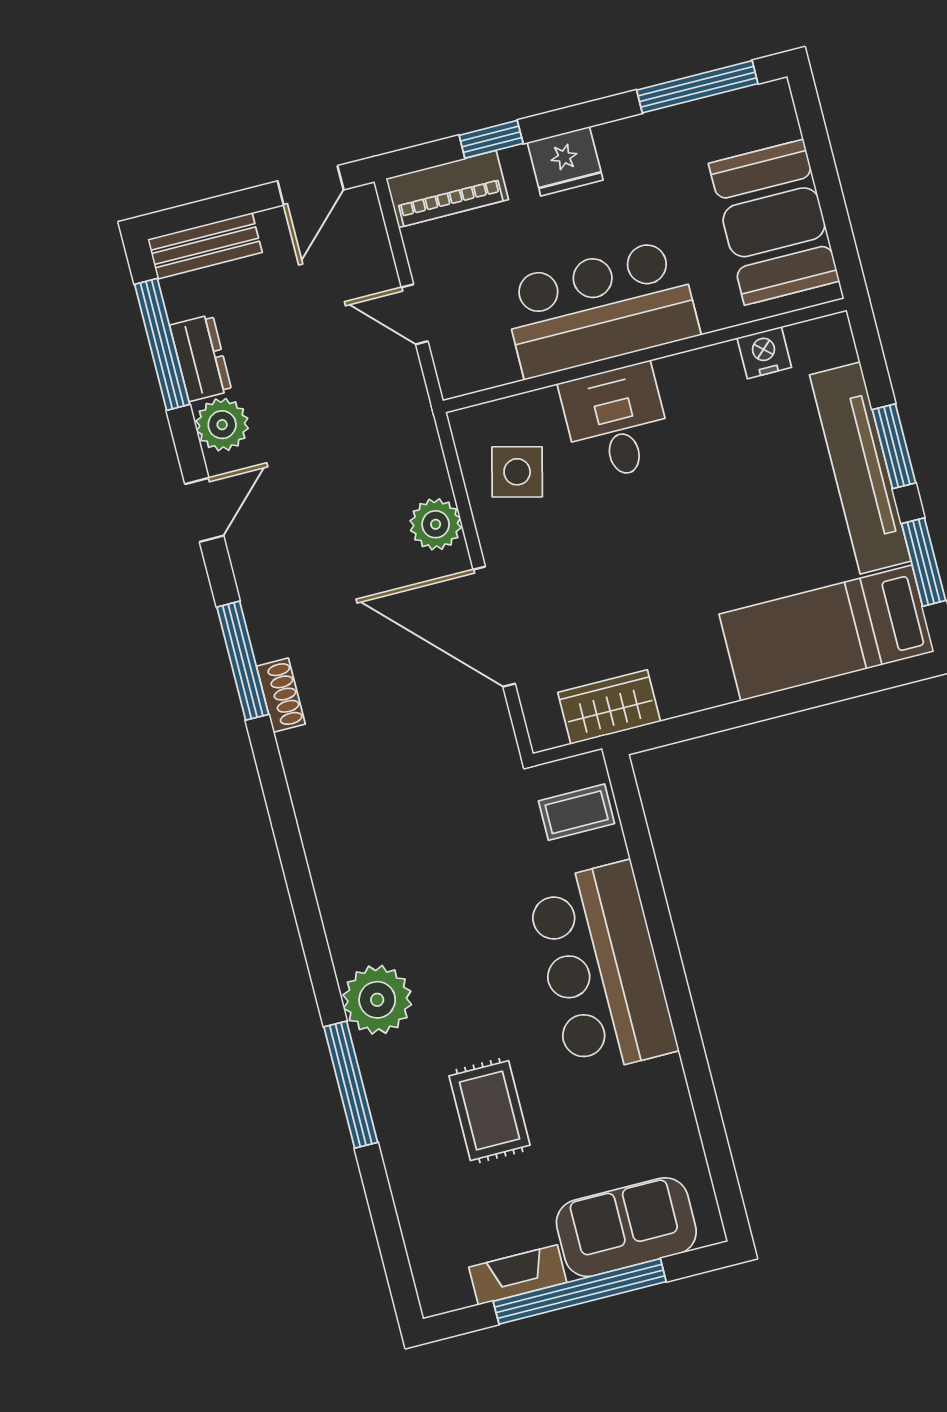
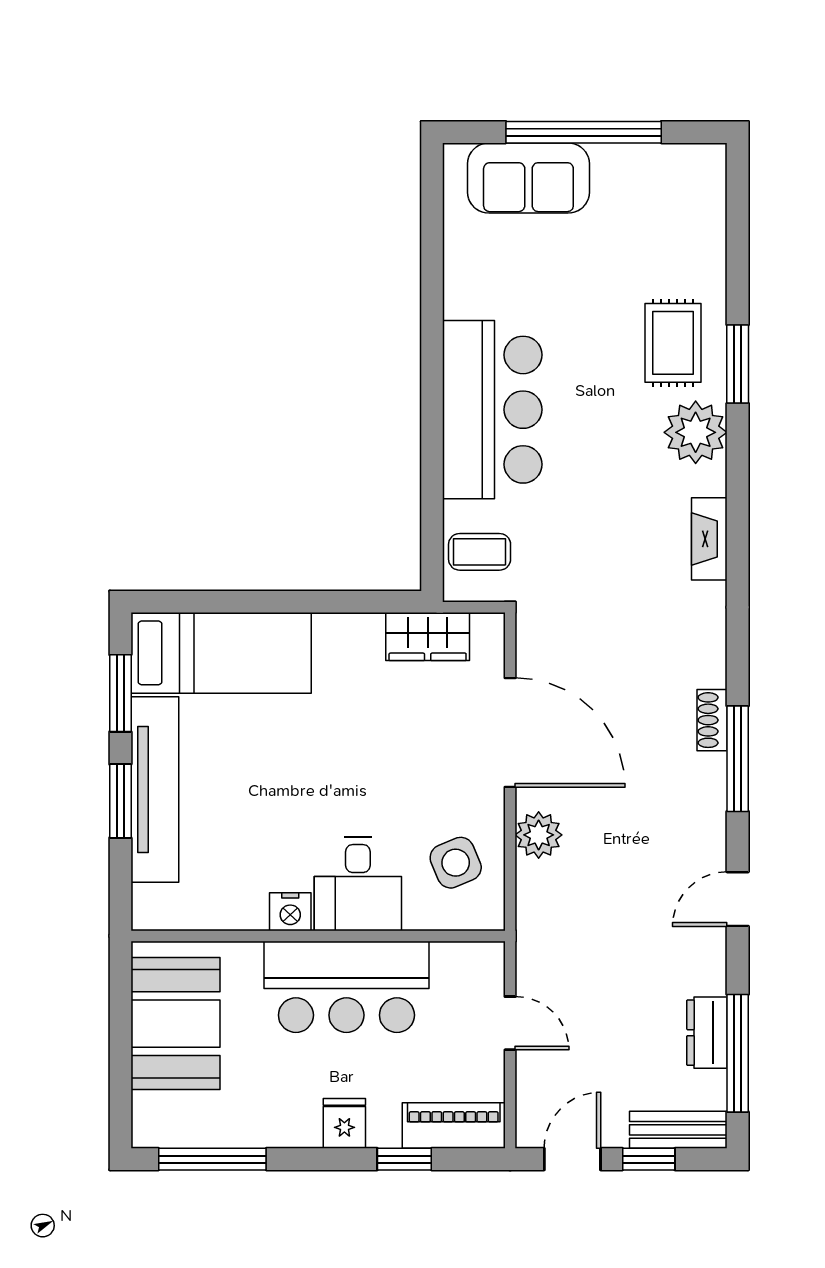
fridge: (565, 161) -> (344, 1123), width x0.72
window: (229, 206) -> (649, 1159), added
nightstand: (764, 353) -> (290, 912), moved
plant: (222, 425) -> (703, 970), removed
side table: (517, 472) -> (456, 863), turned -37
window: (351, 1085) -> (738, 364), width x0.69
rug: (490, 1111) -> (673, 343), moved
fireplace: (518, 1275) -> (709, 539), moved, turned 90

